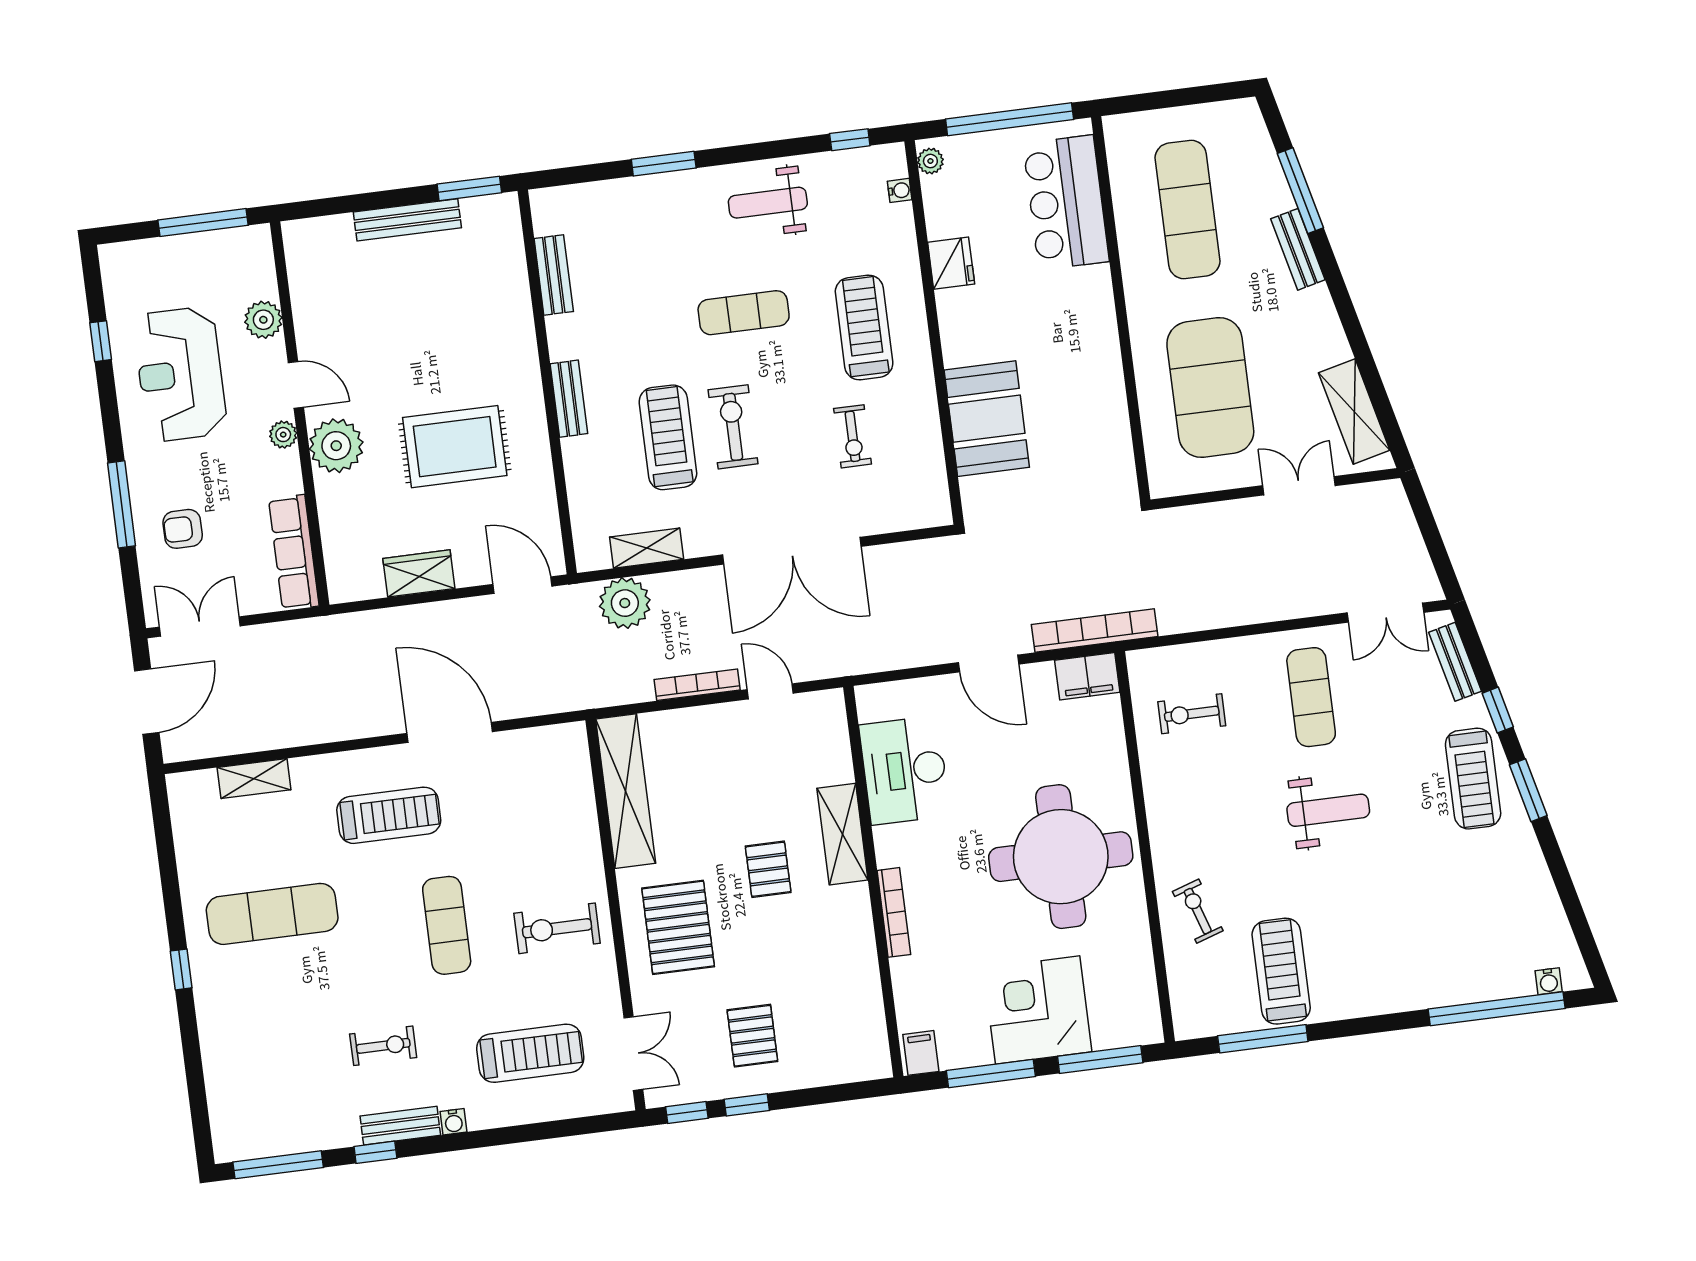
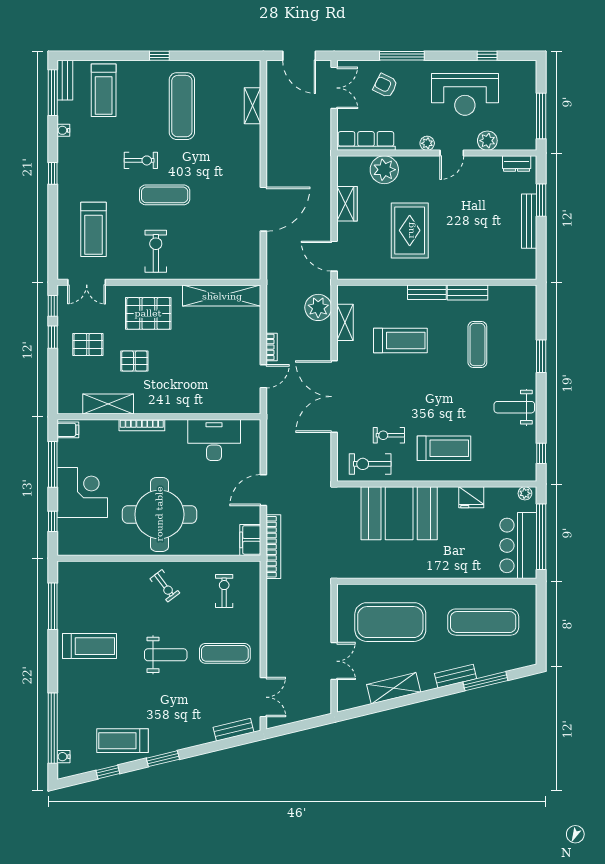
window: (469, 188) -> (541, 200), moved
water cooler: (900, 190) -> (512, 476), removed
weight bench: (768, 203) -> (514, 407), turned -90
bar counter: (1066, 203) -> (518, 545), moved, turned -90
dresser: (300, 258) -> (517, 164), added
bench: (554, 275) -> (468, 293), moved
exercise mat: (744, 313) -> (477, 345), moved
reception desk: (180, 374) -> (465, 94), turned 180
shelving: (1354, 412) -> (394, 688), moved
booth: (987, 419) -> (399, 513), width x1.36, depth x1.42
exercise bike: (733, 427) -> (370, 464), moved, turned 180
plant: (336, 446) -> (384, 170), moved
armchair: (183, 529) -> (385, 85), turned -64
door: (523, 585) -> (334, 256), swing flipped
double door: (1385, 613) -> (263, 697), swing flipped
bookcase: (697, 685) -> (272, 347), width x0.64
window: (1498, 710) -> (108, 772), moved
treadmill: (1473, 779) -> (122, 741), moved
weight bench: (1328, 810) -> (166, 655), turned -90
treadmill: (389, 815) -> (104, 90), moved
shelving: (842, 834) -> (108, 404), moved
pallet: (768, 869) -> (134, 361), moved
exercise bike: (1198, 911) -> (165, 586), moved, turned 71
treadmill: (1281, 971) -> (90, 646), moved
exercise bike: (383, 1046) -> (141, 160), moved, turned -90
window: (1100, 1059) -> (53, 521), width x0.46
water cooler: (454, 1122) -> (63, 130), moved
bench: (400, 1126) -> (65, 80), moved
window: (375, 1152) -> (53, 173), moved

